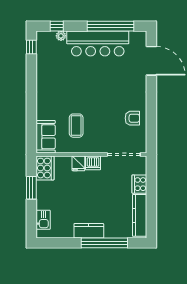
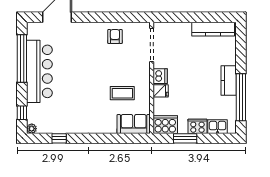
plant: (61, 36) -> (32, 129), moved
window: (31, 47) -> (59, 138), moved
cooker: (139, 184) -> (197, 126), moved, turned 180
window: (104, 243) -> (241, 97), moved

